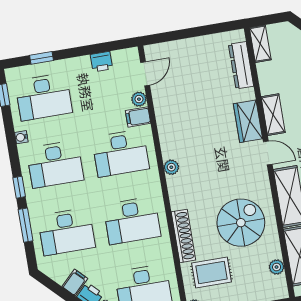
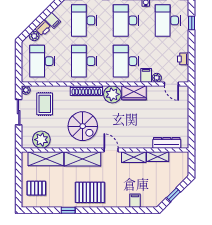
shelving: (260, 44) -> (158, 157), moved
wardrobe: (248, 121) -> (134, 93), moved, turned 180
door: (268, 153) -> (111, 150), swing flipped
plant: (171, 167) -> (112, 94), width x1.88, depth x1.88
spiral stairs: (241, 223) -> (83, 126), moved
shoe rack: (183, 236) -> (86, 91), moved
plant: (277, 267) -> (41, 140), width x1.87, depth x1.87

